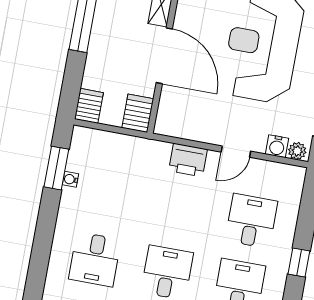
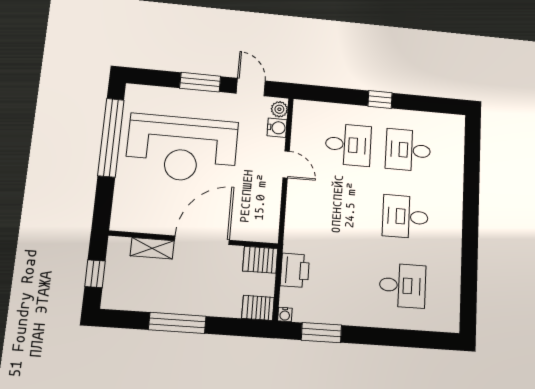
printer: (188, 160) -> (295, 270), moved
water cooler: (70, 179) -> (285, 314), moved
desk: (251, 221) -> (348, 145), turned 180

